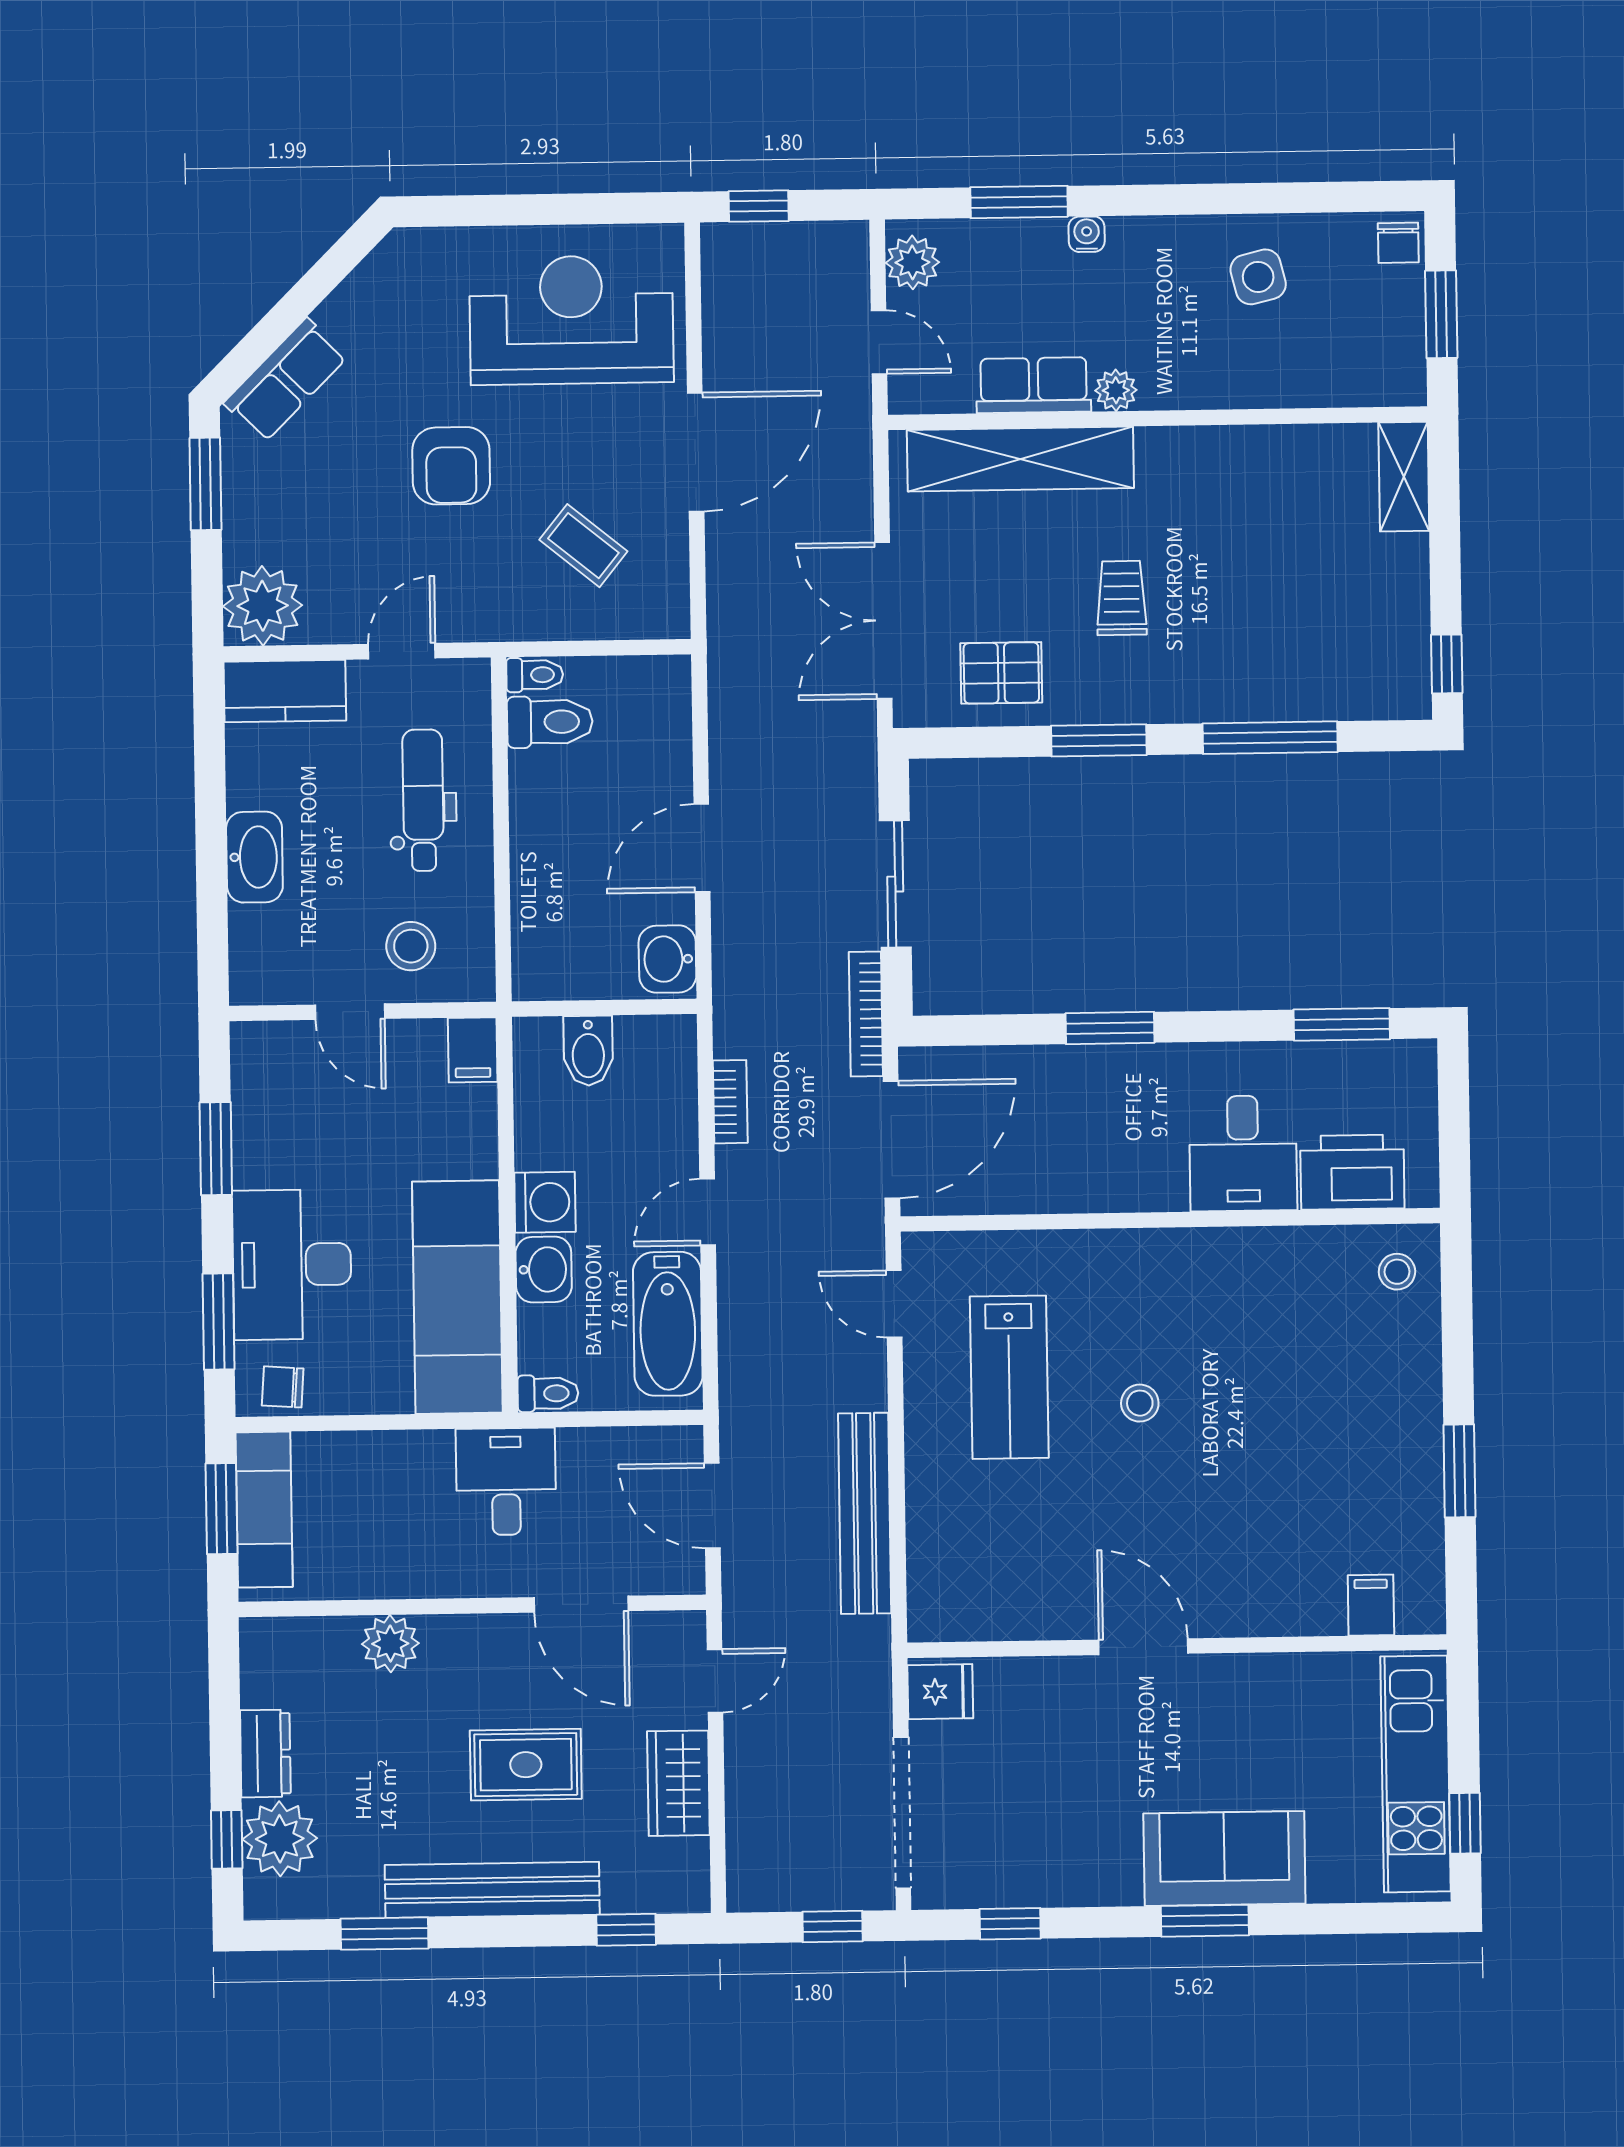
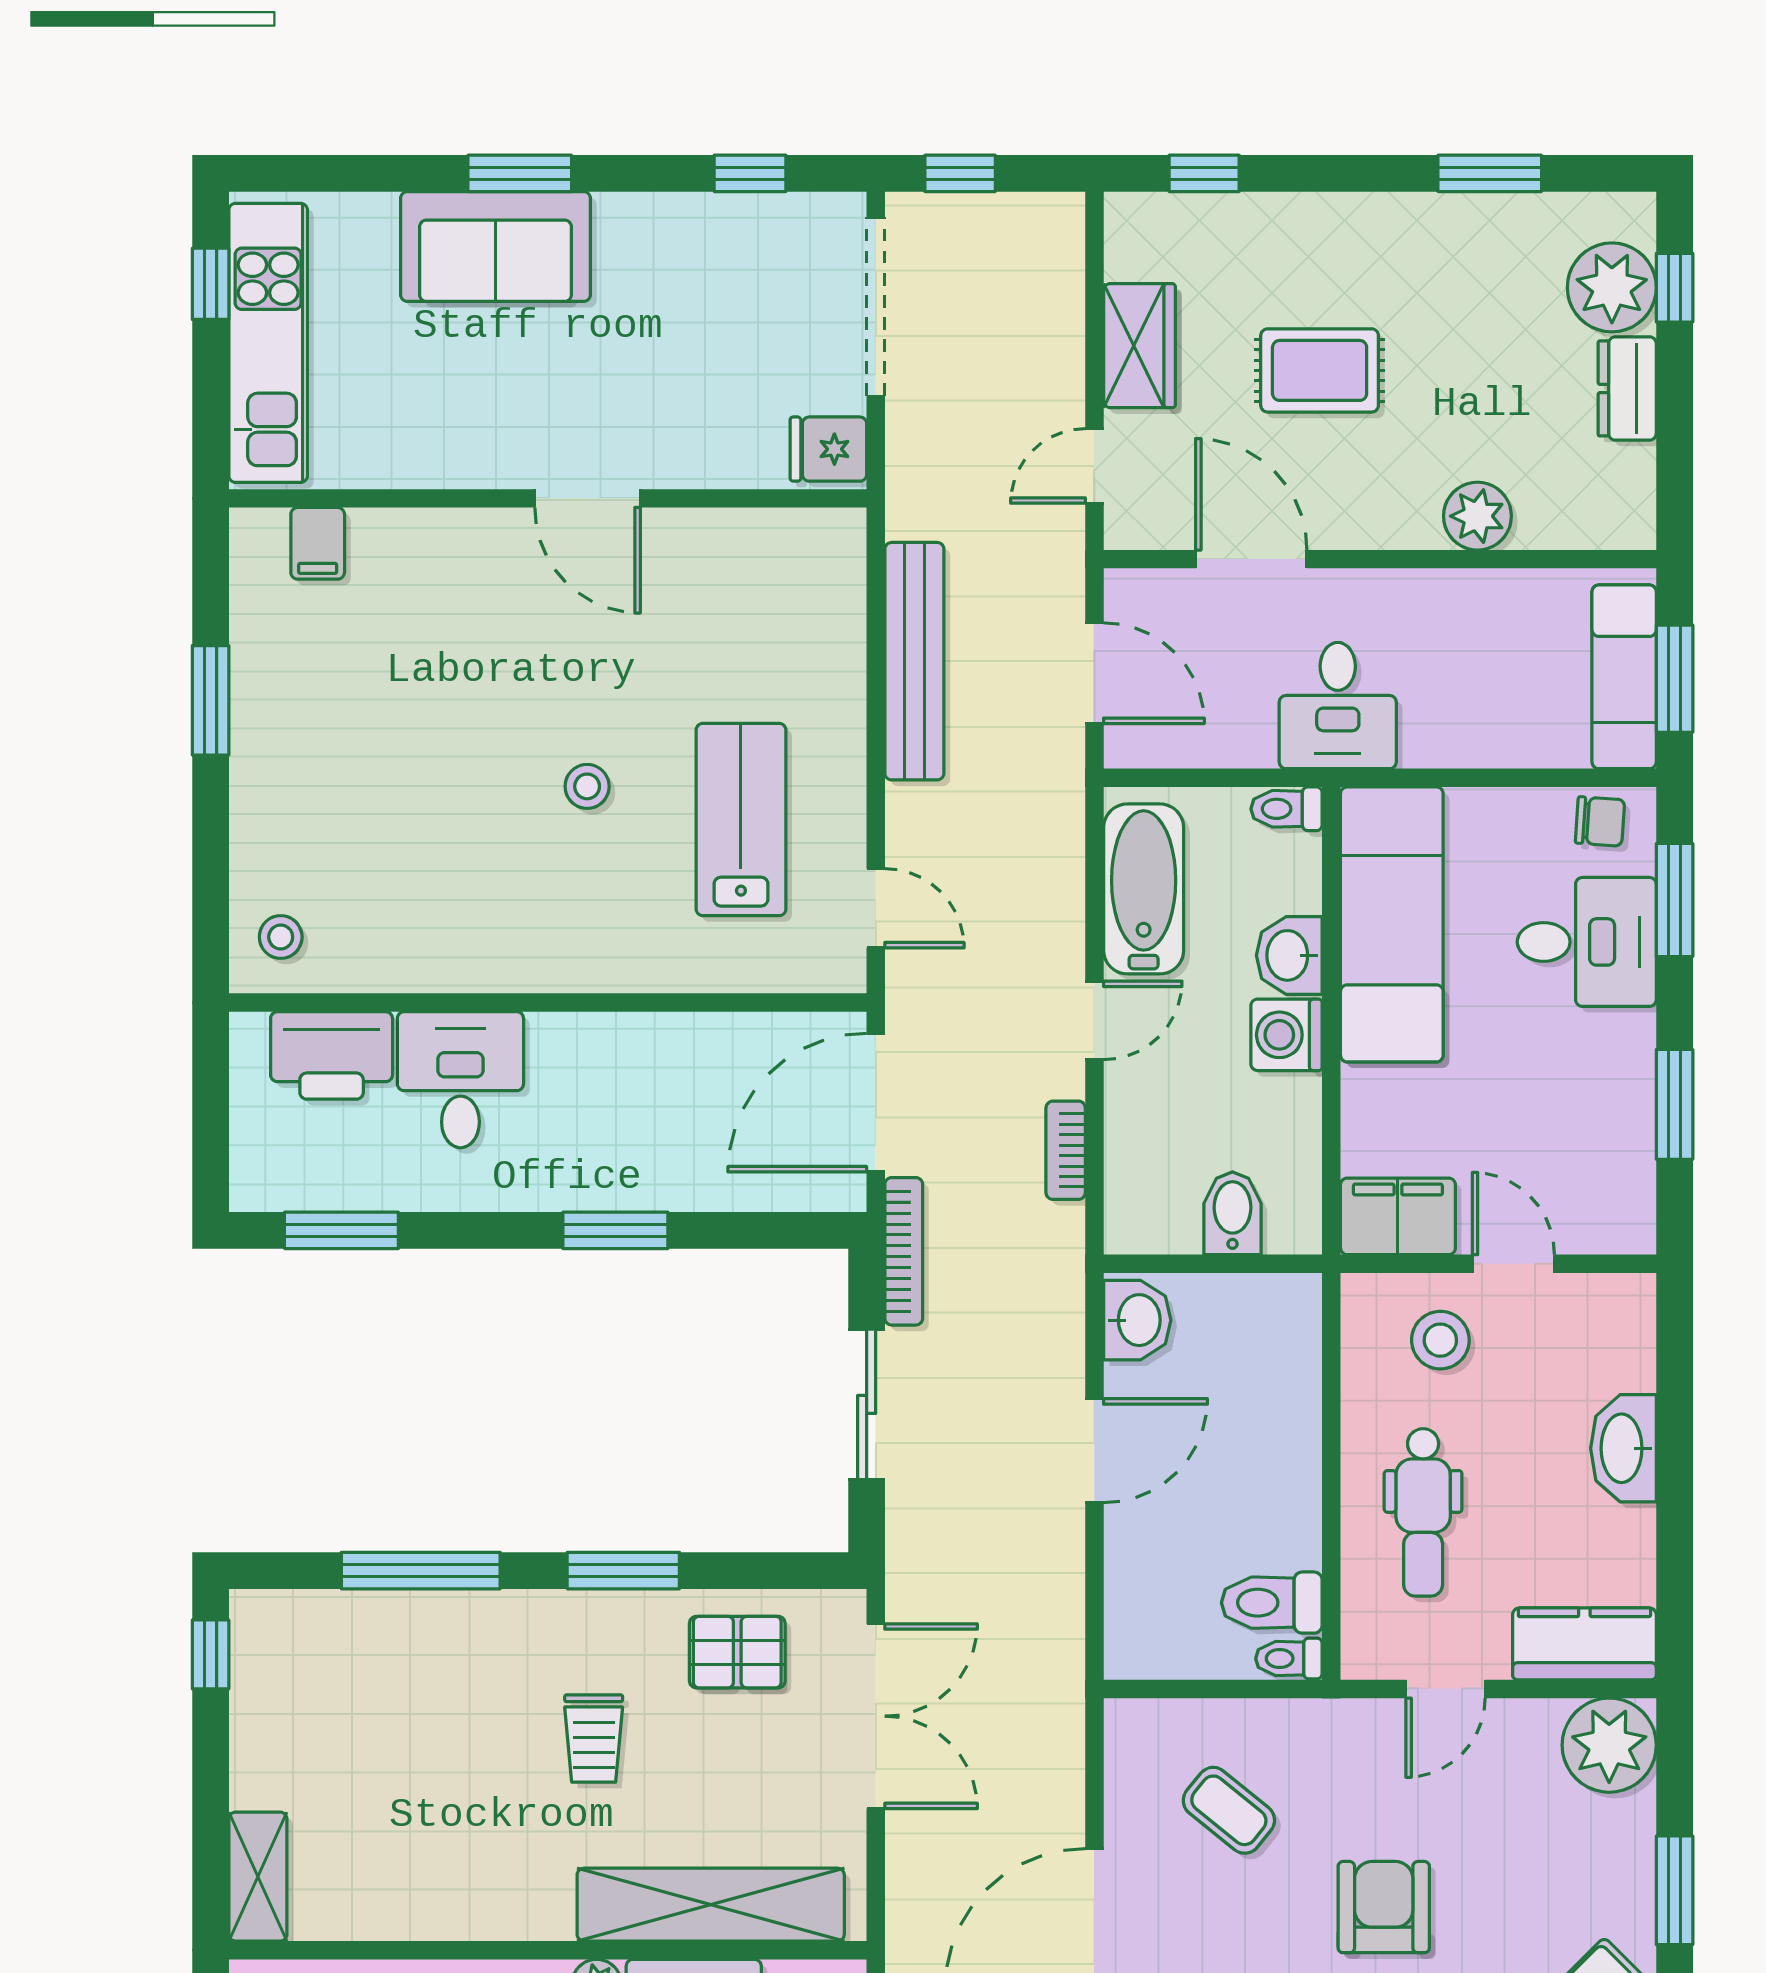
filing cabinet: (473, 1050) -> (1398, 1216), width x2.00
desk: (292, 1265) -> (1587, 942), width x0.73
bench: (492, 1890) -> (1362, 223), removed

